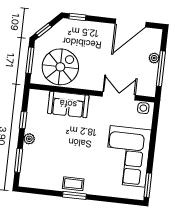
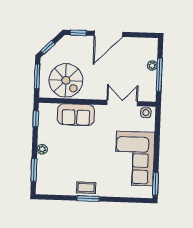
door: (131, 23) -> (108, 34), moved
spiral stairs: (60, 67) -> (66, 80), turned 90
window: (23, 120) -> (36, 119), moved

